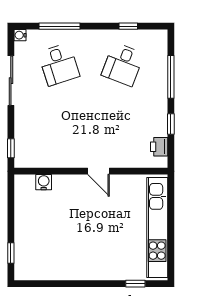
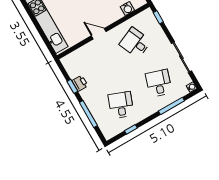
desk: (59, 64) -> (159, 83), turned 36
desk: (59, 133) -> (135, 43), added
printer: (159, 147) -> (80, 83), moved

